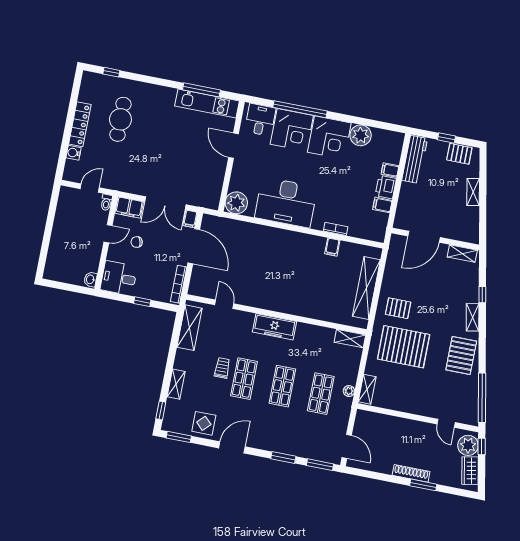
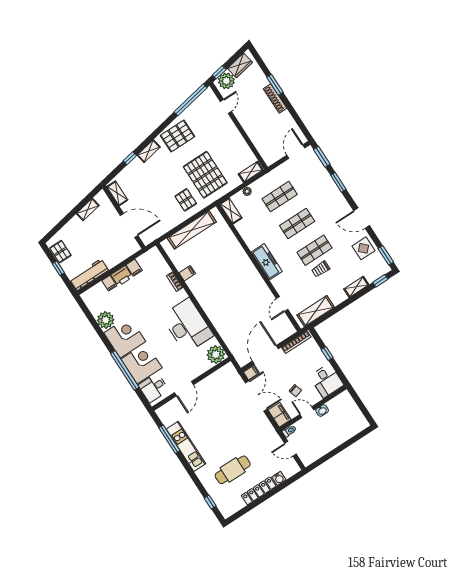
kitchen unit: (207, 103) -> (186, 446), moved
shelving: (473, 192) -> (88, 210), moved
washbasin: (90, 279) -> (322, 410), moved
plant: (349, 391) -> (247, 191), moved

